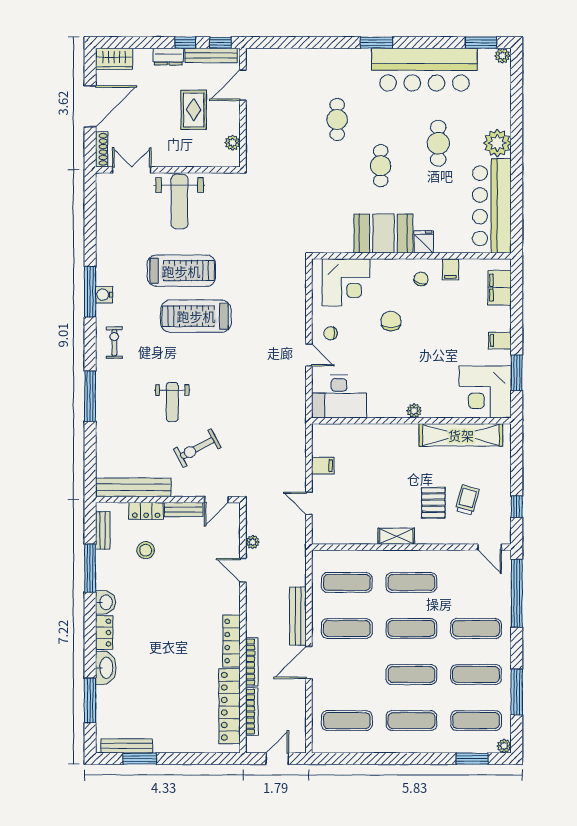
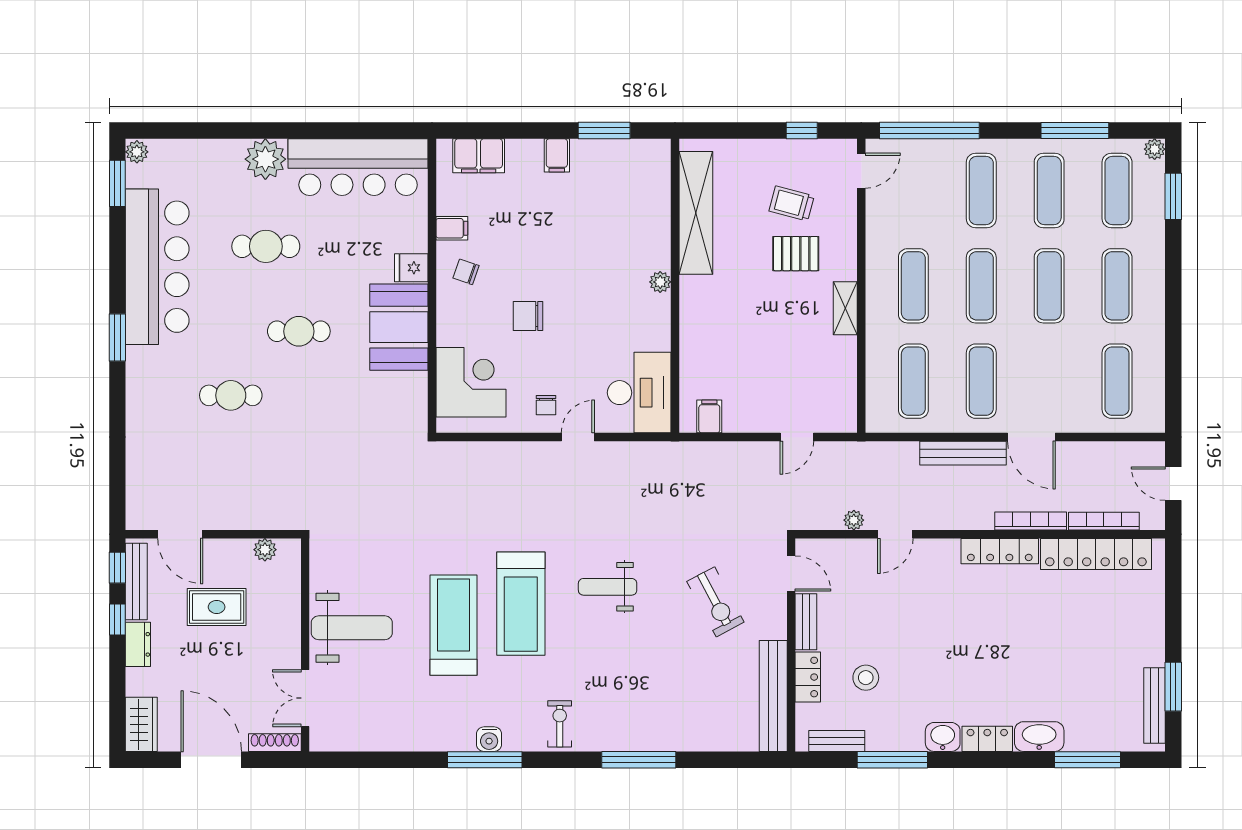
exercise bike: (114, 343) -> (560, 724), turned 90
corner desk: (485, 392) -> (632, 177), removed
weight bench: (172, 402) -> (608, 587), moved, turned 180
filing cabinet: (323, 466) -> (709, 416), moved

